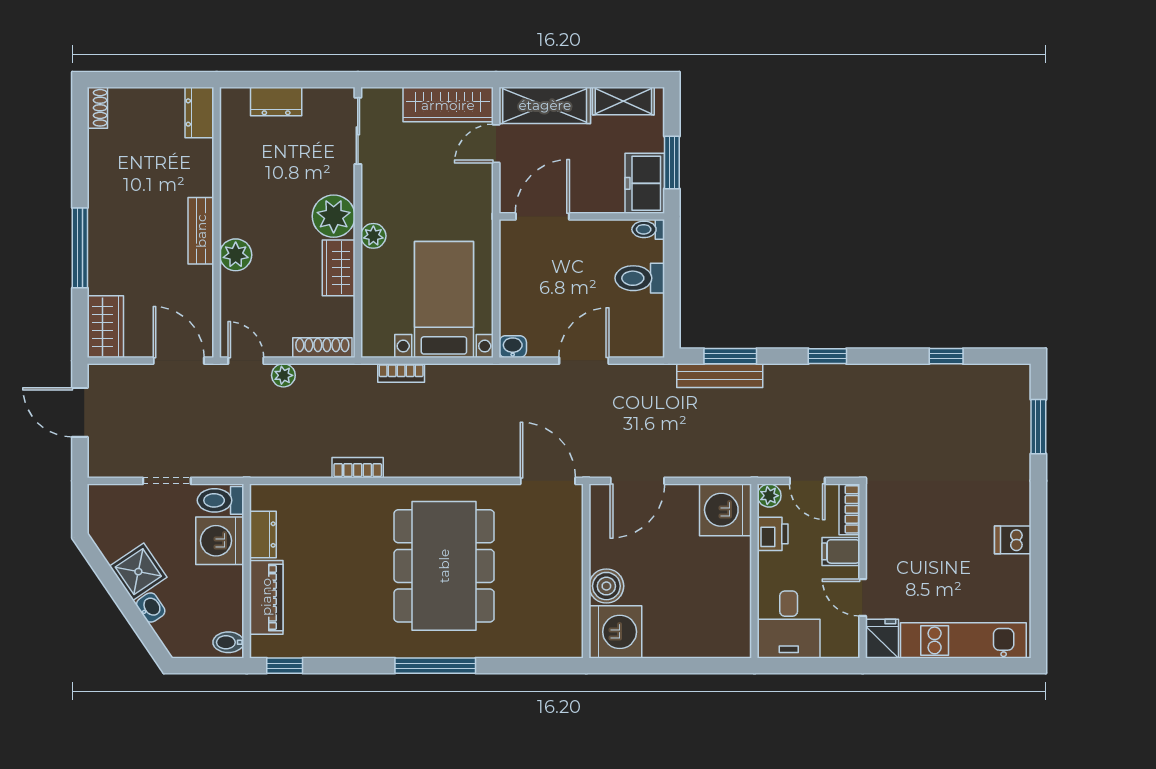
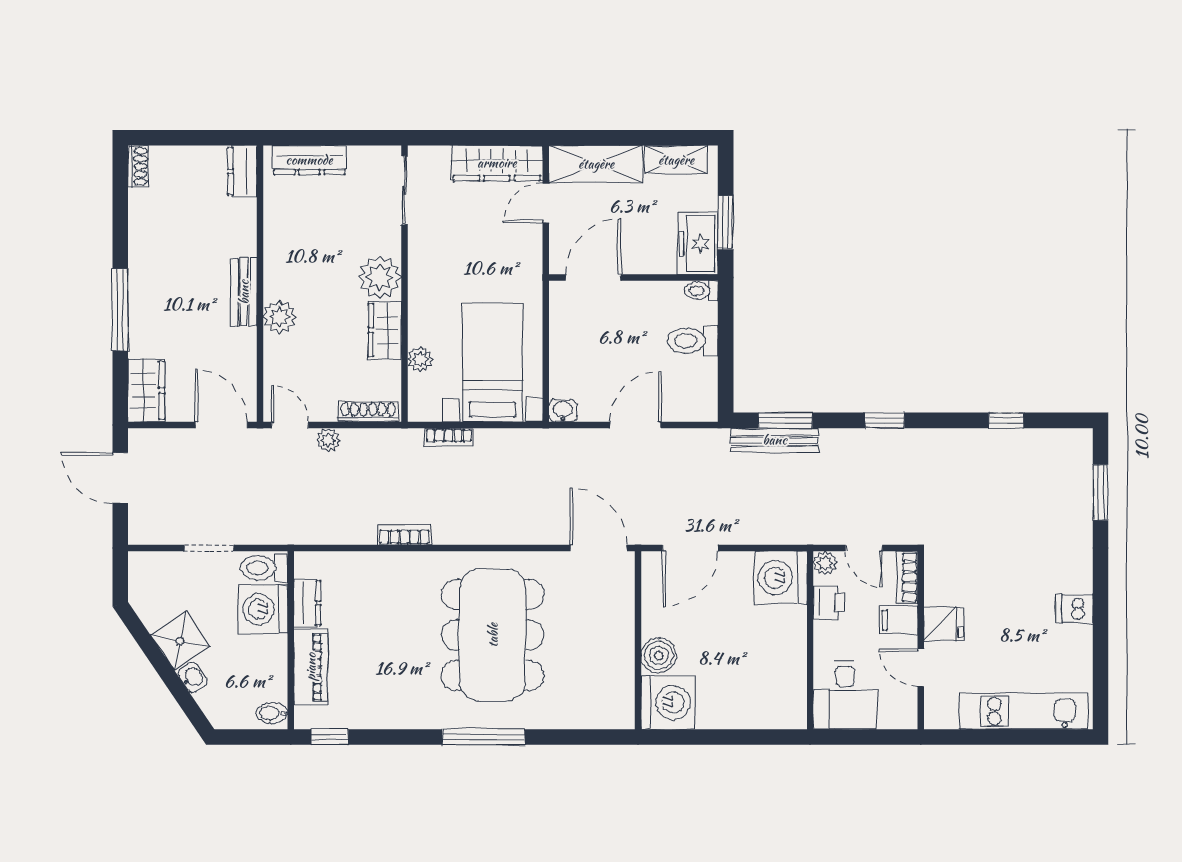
dresser: (276, 102) -> (309, 160), width x1.44
plant: (373, 236) -> (420, 359), moved
fridge: (882, 639) -> (944, 624), moved, turned 90

